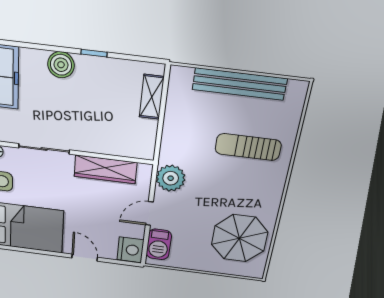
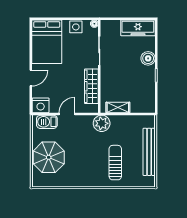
shelving: (152, 97) -> (118, 107), moved
plant: (171, 178) -> (102, 123), moved
door: (149, 213) -> (67, 114), hinge flipped
parasol: (240, 238) -> (49, 157), moved

